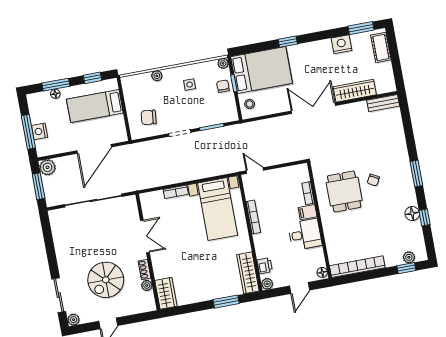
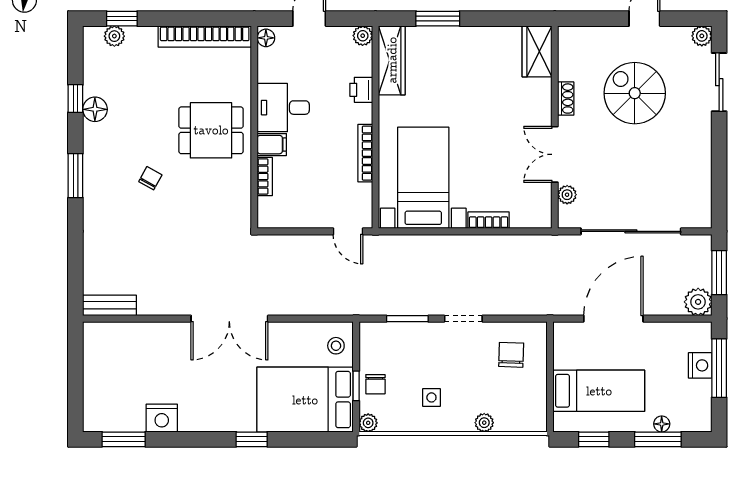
cot: (381, 47) -> (96, 400), removed
wardrobe: (355, 91) -> (154, 335), removed
chair: (149, 117) -> (511, 355), turned -94
dining table: (344, 192) -> (211, 130), moved, turned 90
printer: (265, 266) -> (361, 90), moved
spiral stairs: (106, 280) -> (635, 93), turned -90
plant: (147, 285) -> (567, 195), moved

